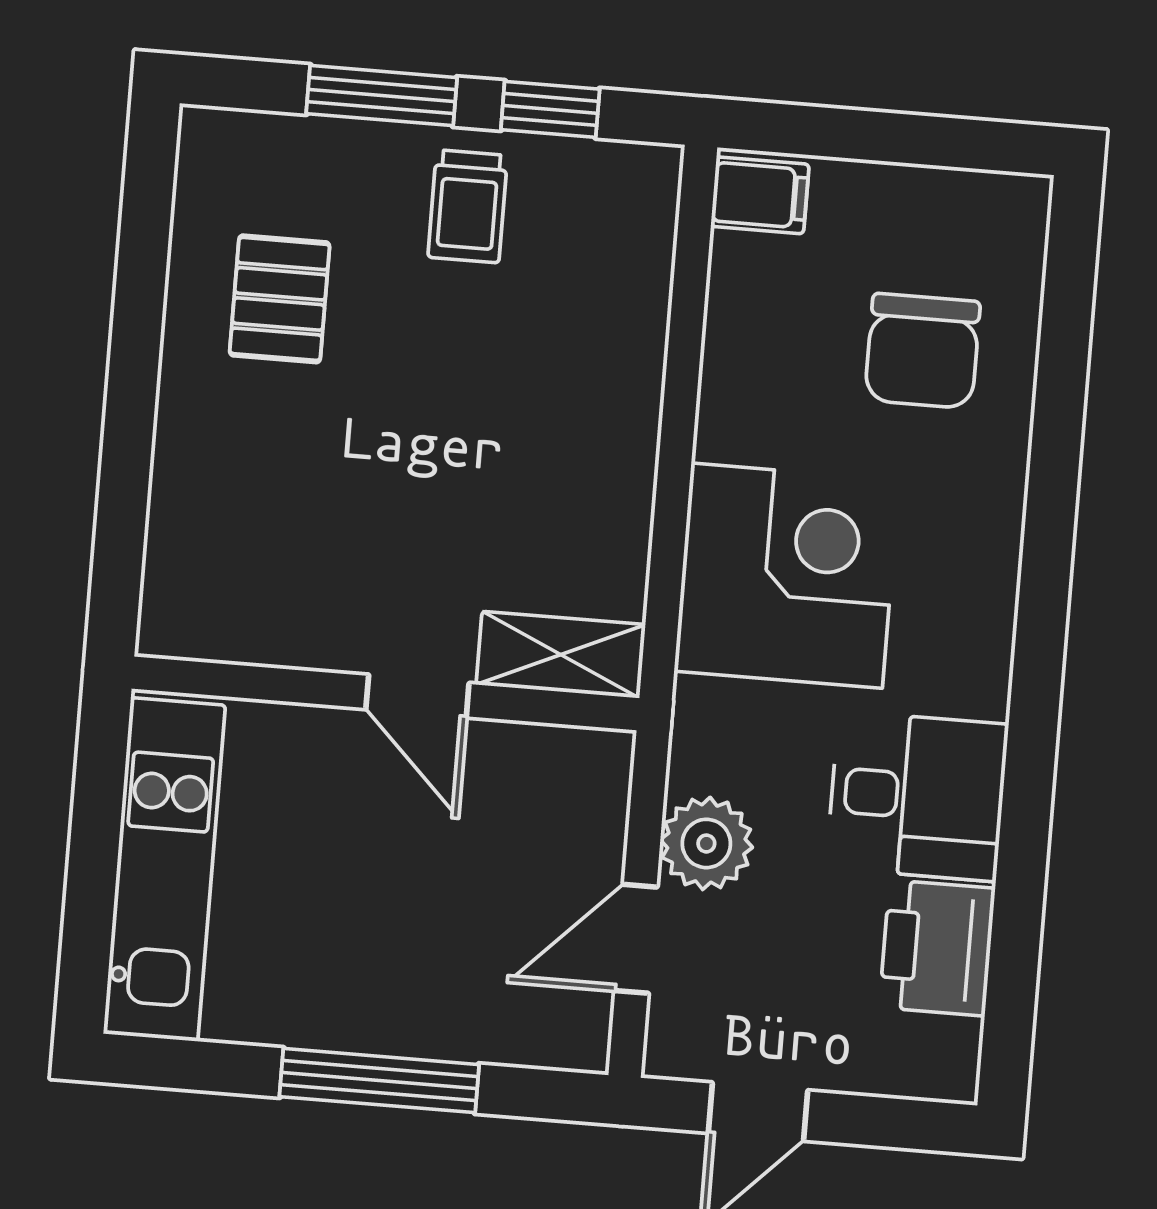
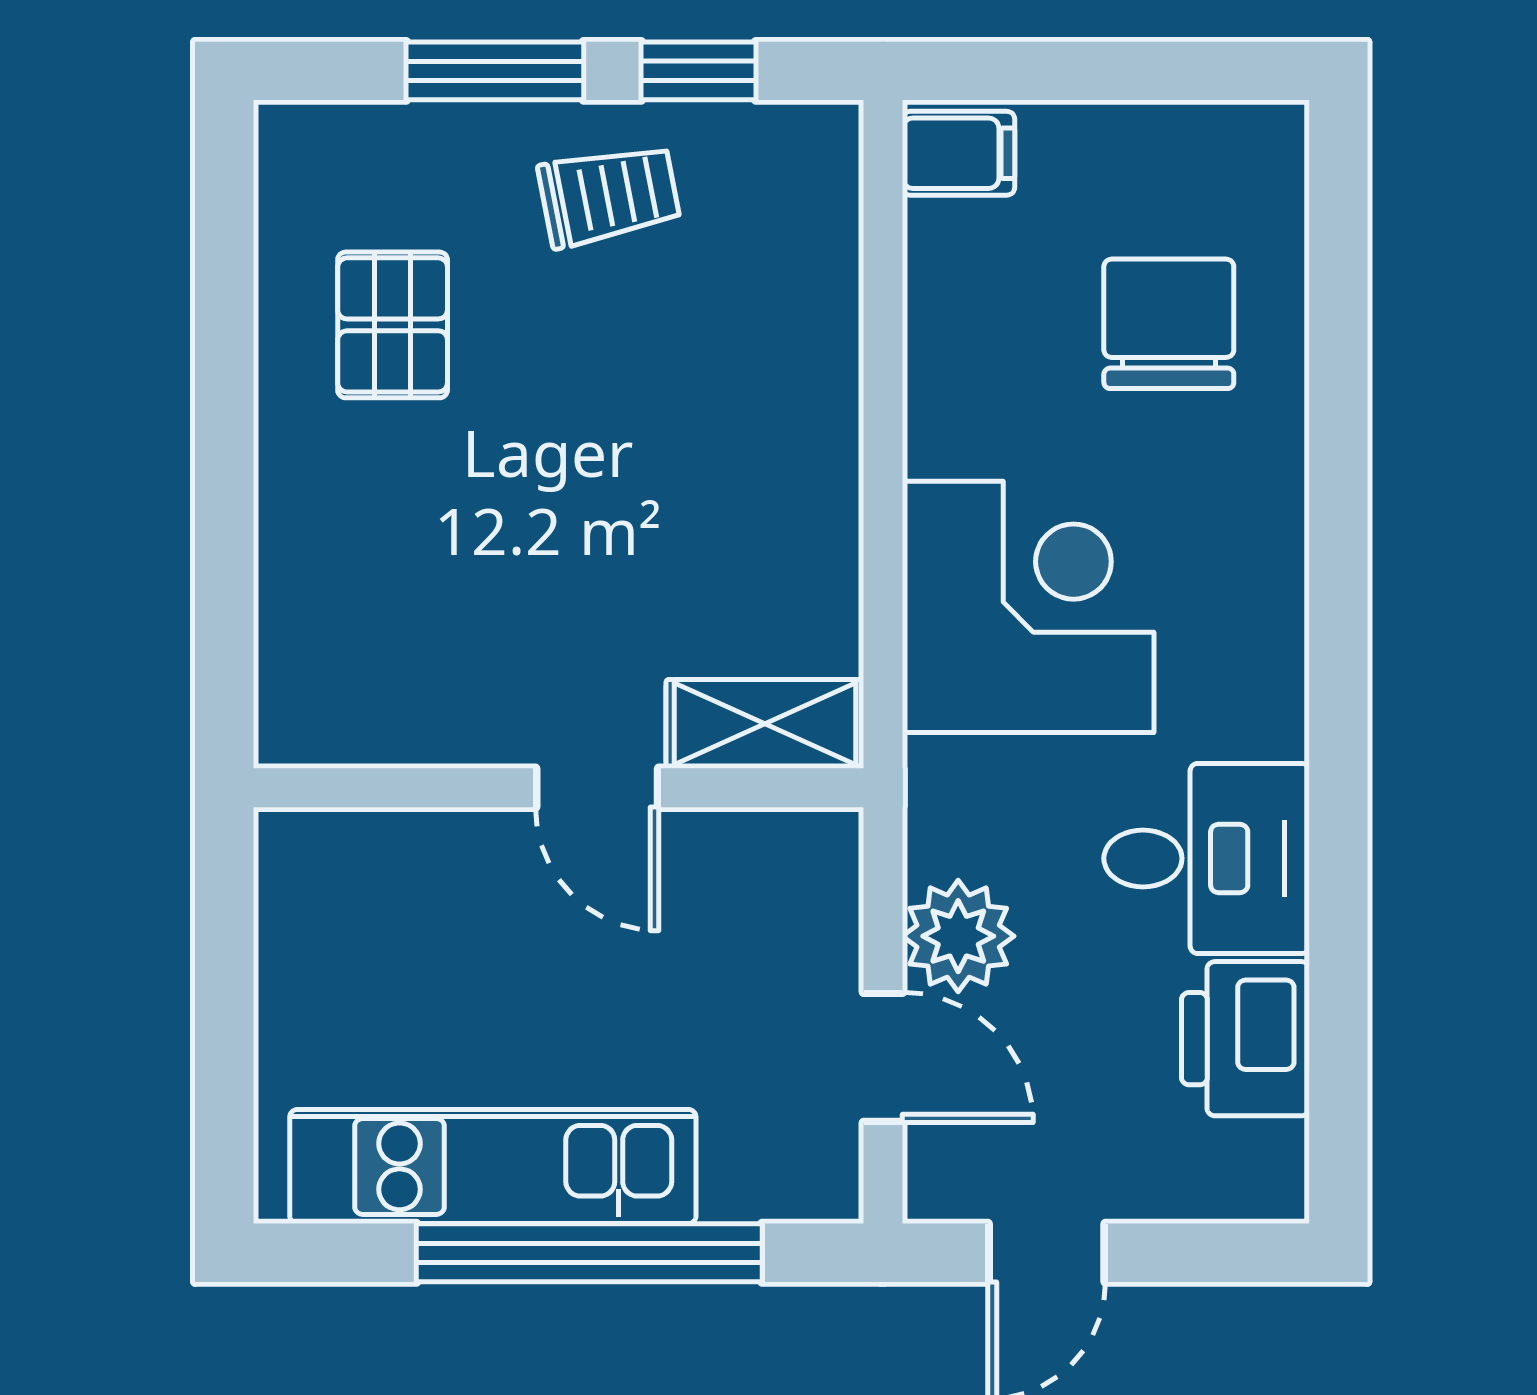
trolley: (468, 206) -> (609, 195), turned -101
chair: (922, 351) -> (1169, 324), turned 180
kitchen unit: (164, 869) -> (493, 1166), moved, turned -90
door: (636, 939) -> (883, 1057), swing flipped
window: (379, 1081) -> (589, 1253), width x1.46

